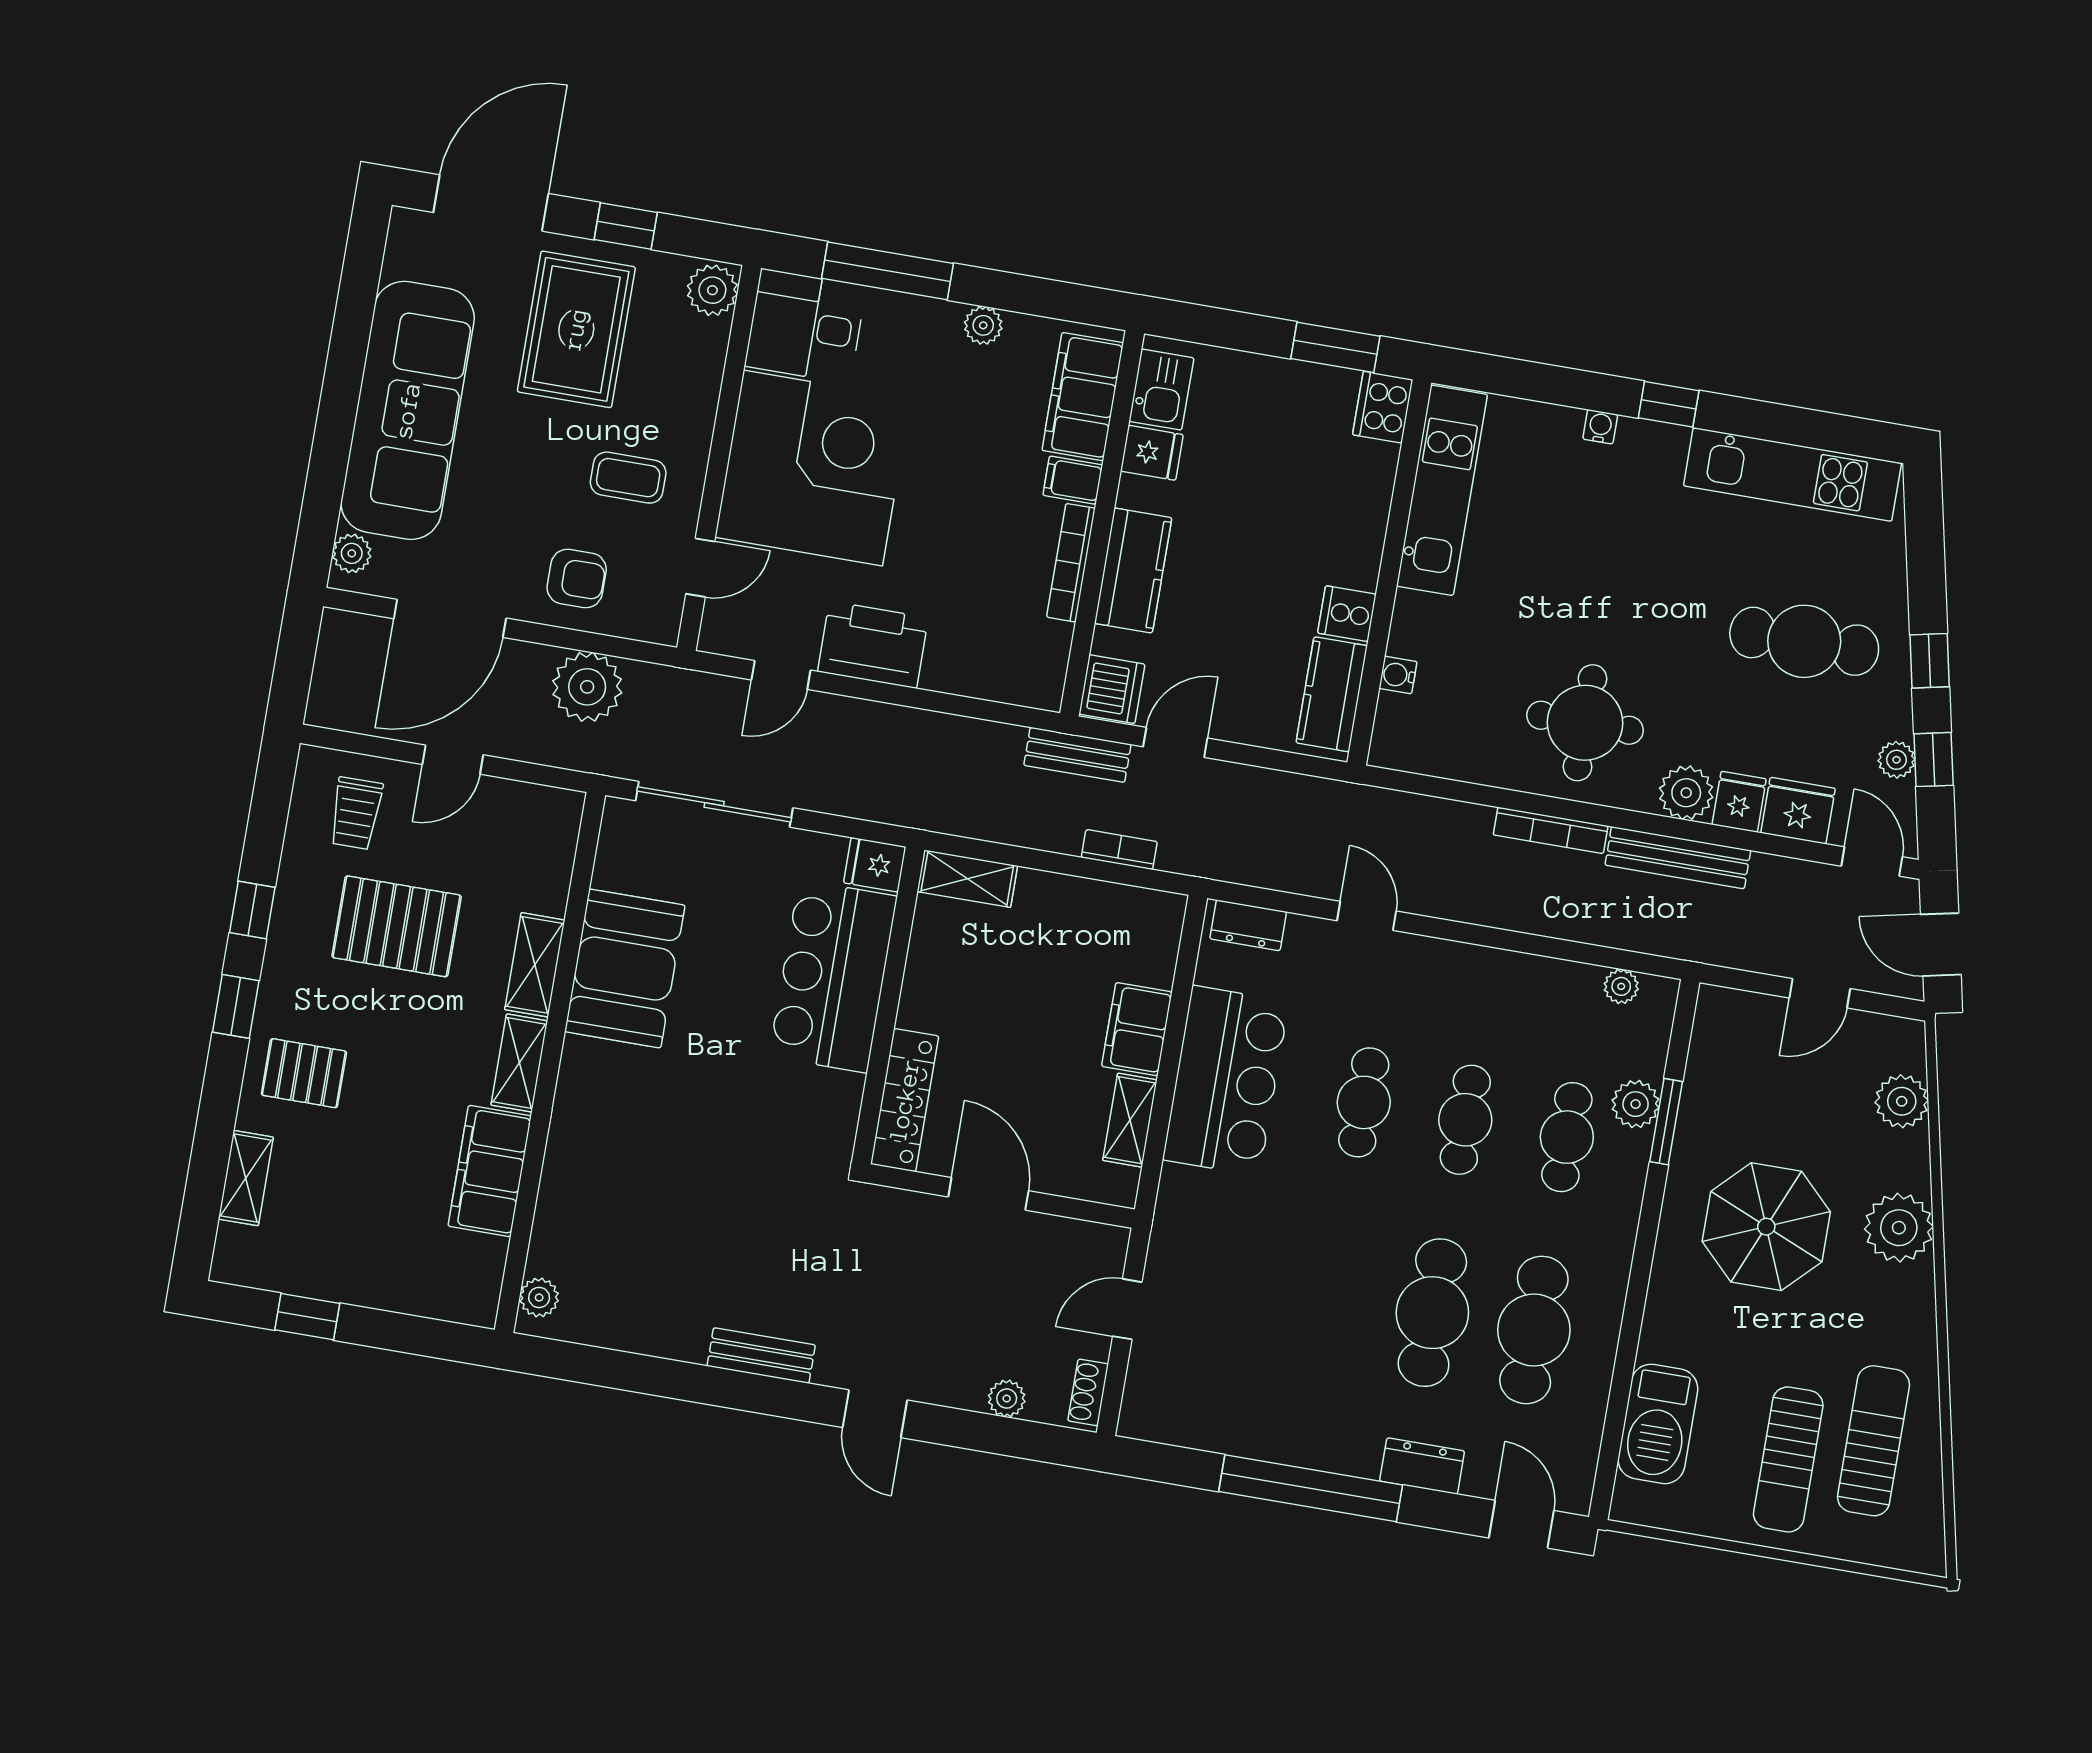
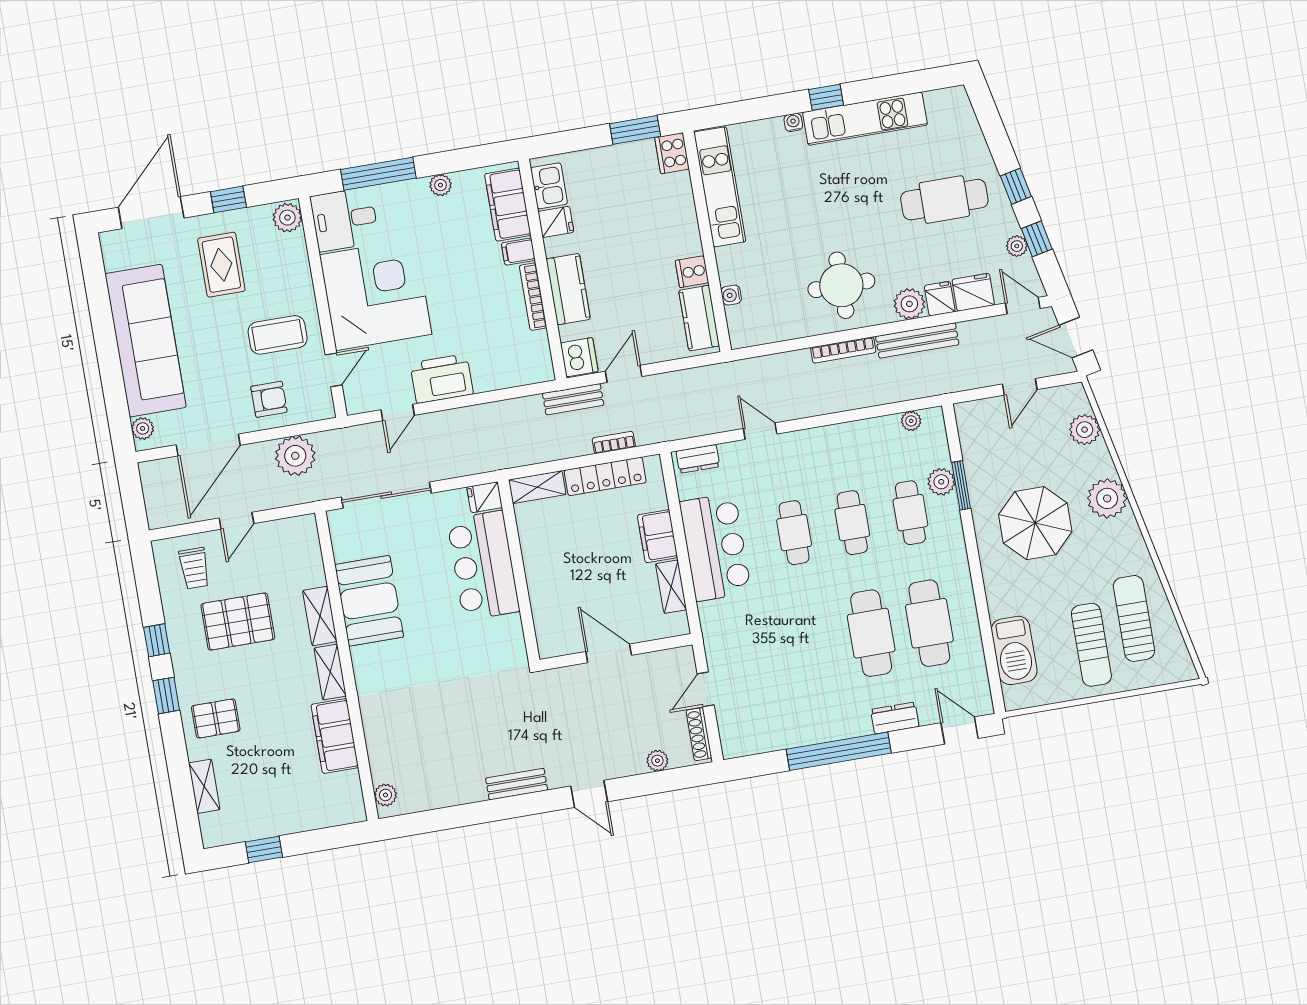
rug: (576, 329) -> (221, 265), width x0.73, depth x0.70
kitchen unit: (1792, 474) -> (865, 119), moved
coffee table: (628, 478) -> (278, 335), width x1.36, depth x1.30
locker: (905, 1100) -> (605, 476), moved, turned 90
shoe rack: (1088, 1392) -> (699, 734), width x1.43

